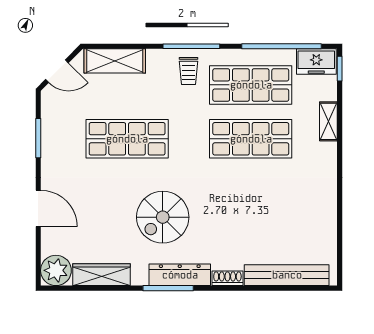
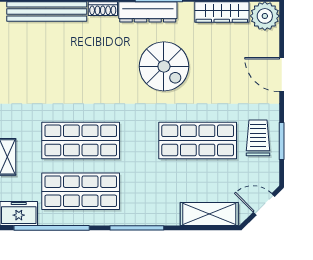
trolley: (189, 71) -> (258, 138), moved, width x1.36, depth x1.39
spiral stairs: (163, 217) -> (164, 66), turned 90

